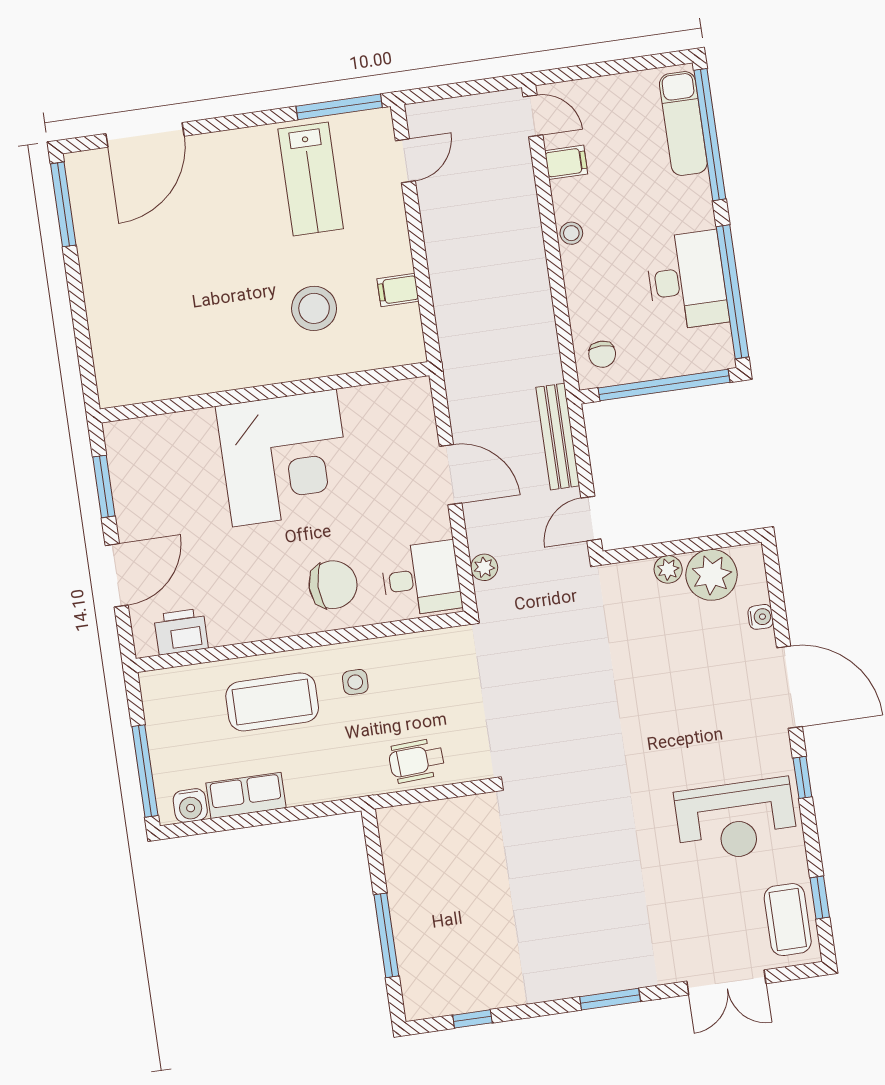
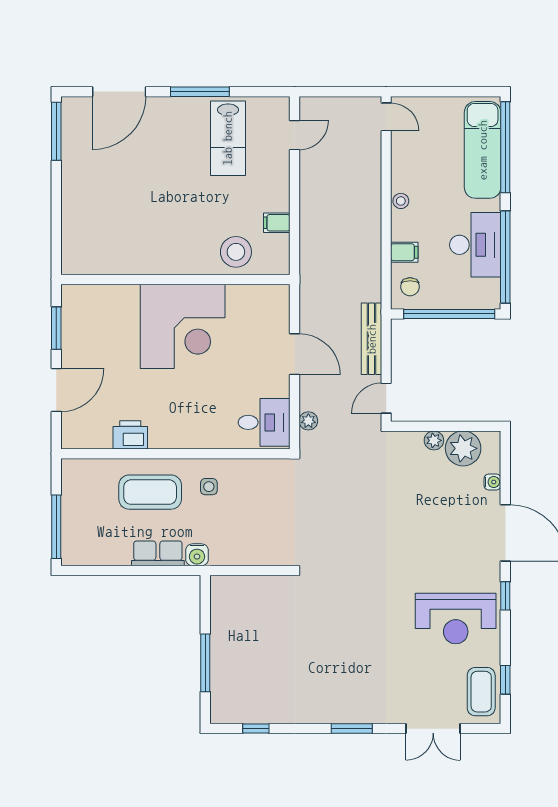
window: (339, 107) -> (200, 92), moved
exam couch: (683, 124) -> (483, 150), width x1.36, depth x1.45
filing cabinet: (566, 162) -> (404, 252), moved
stool: (314, 308) -> (236, 252), moved
chair: (333, 585) -> (203, 418), removed
printer: (181, 632) -> (130, 435), moved
wheelchair: (417, 761) -> (243, 546), removed
row of seats: (246, 795) -> (158, 553), moved
water cooler: (190, 806) -> (197, 555), moved

